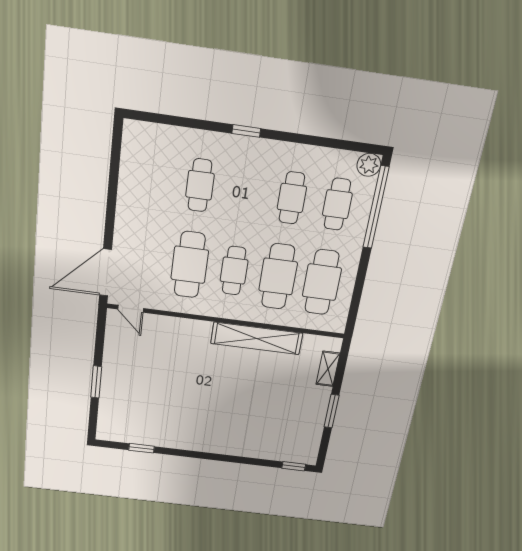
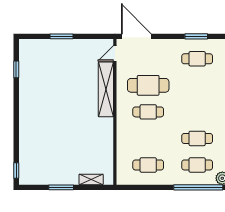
window: (114, 175) -> (196, 36), added
cafe table: (200, 185) -> (197, 59), moved
cafe table: (278, 276) -> (148, 138), removed
cafe table: (322, 282) -> (148, 165), width x0.73, depth x0.74
shelving: (257, 338) -> (106, 89), moved

